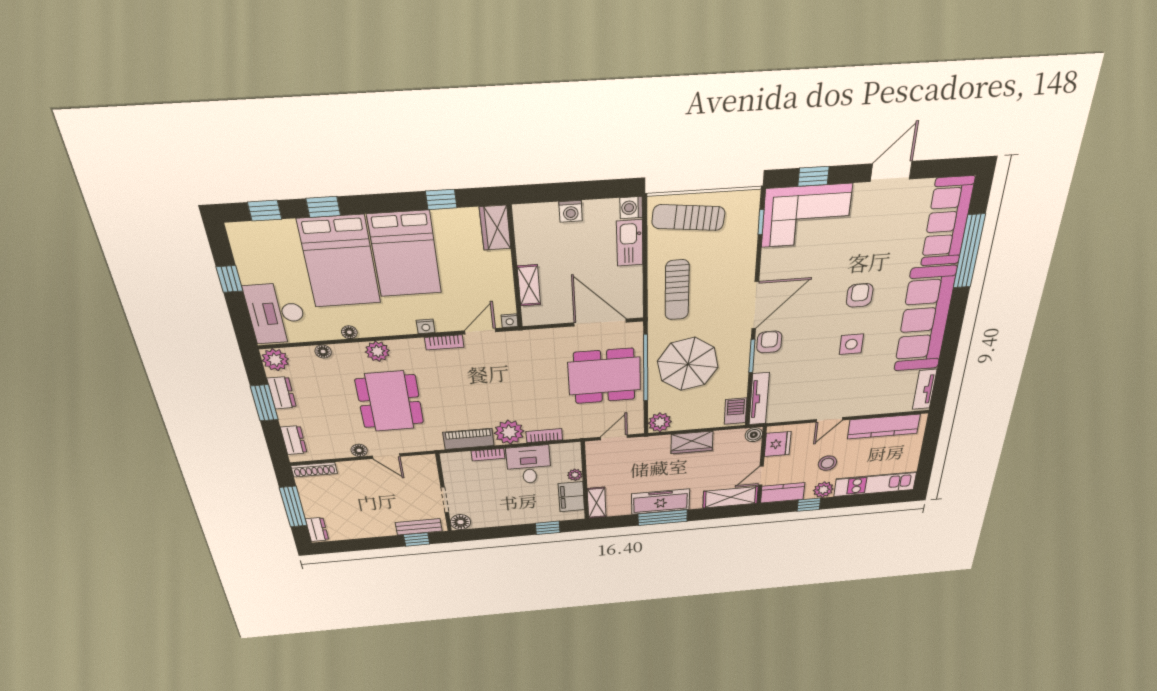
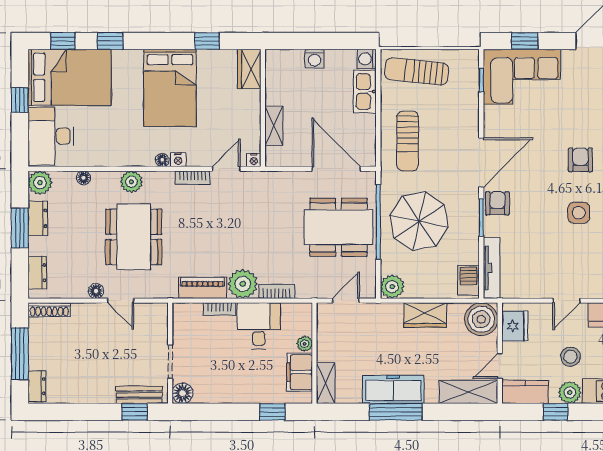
bed: (339, 262) -> (70, 77), moved, turned -90
floor lamp: (349, 332) -> (162, 160), moved
boiler: (754, 435) -> (481, 319), width x1.86, depth x1.86

